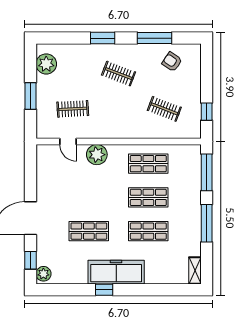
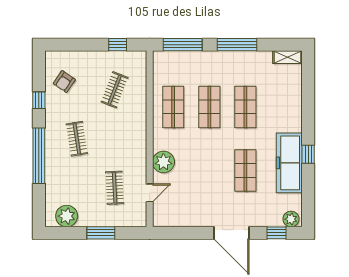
window: (103, 38) -> (39, 156), width x2.11
window: (155, 38) -> (39, 100), width x0.46
clothes rail: (119, 74) -> (77, 139), turned -30
freezer: (116, 272) -> (289, 163), moved

